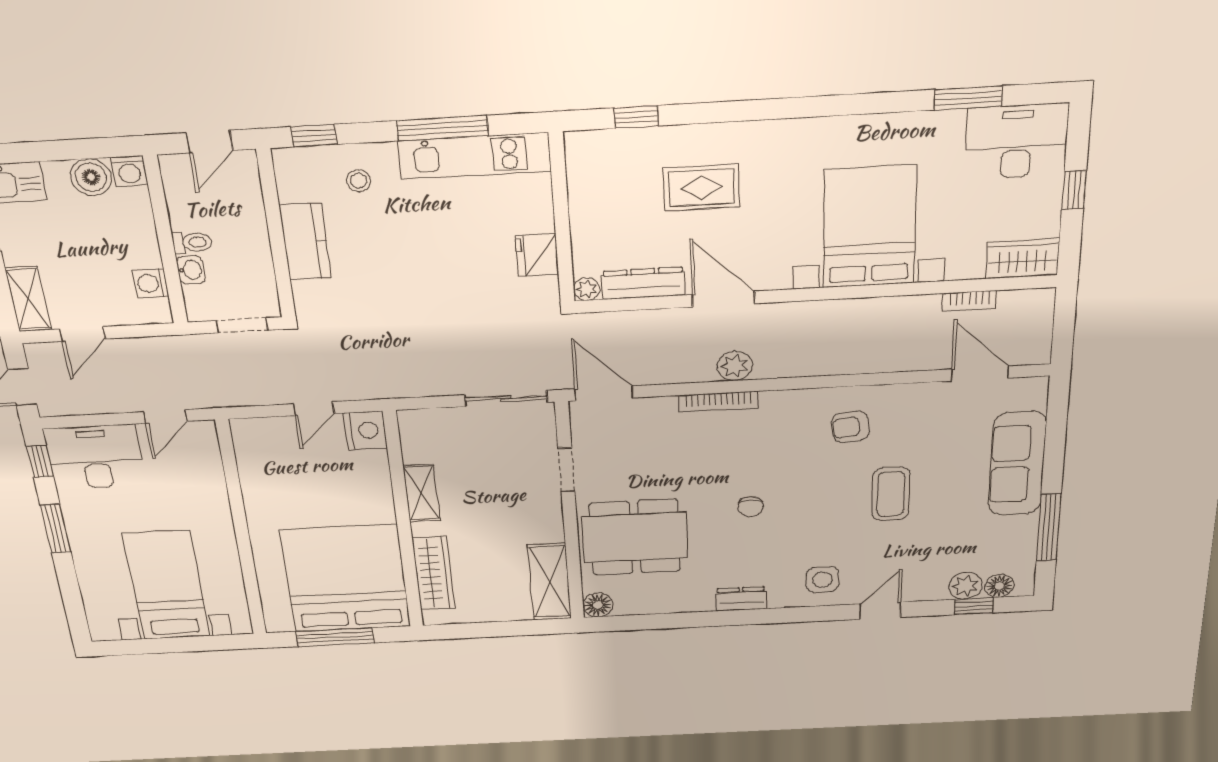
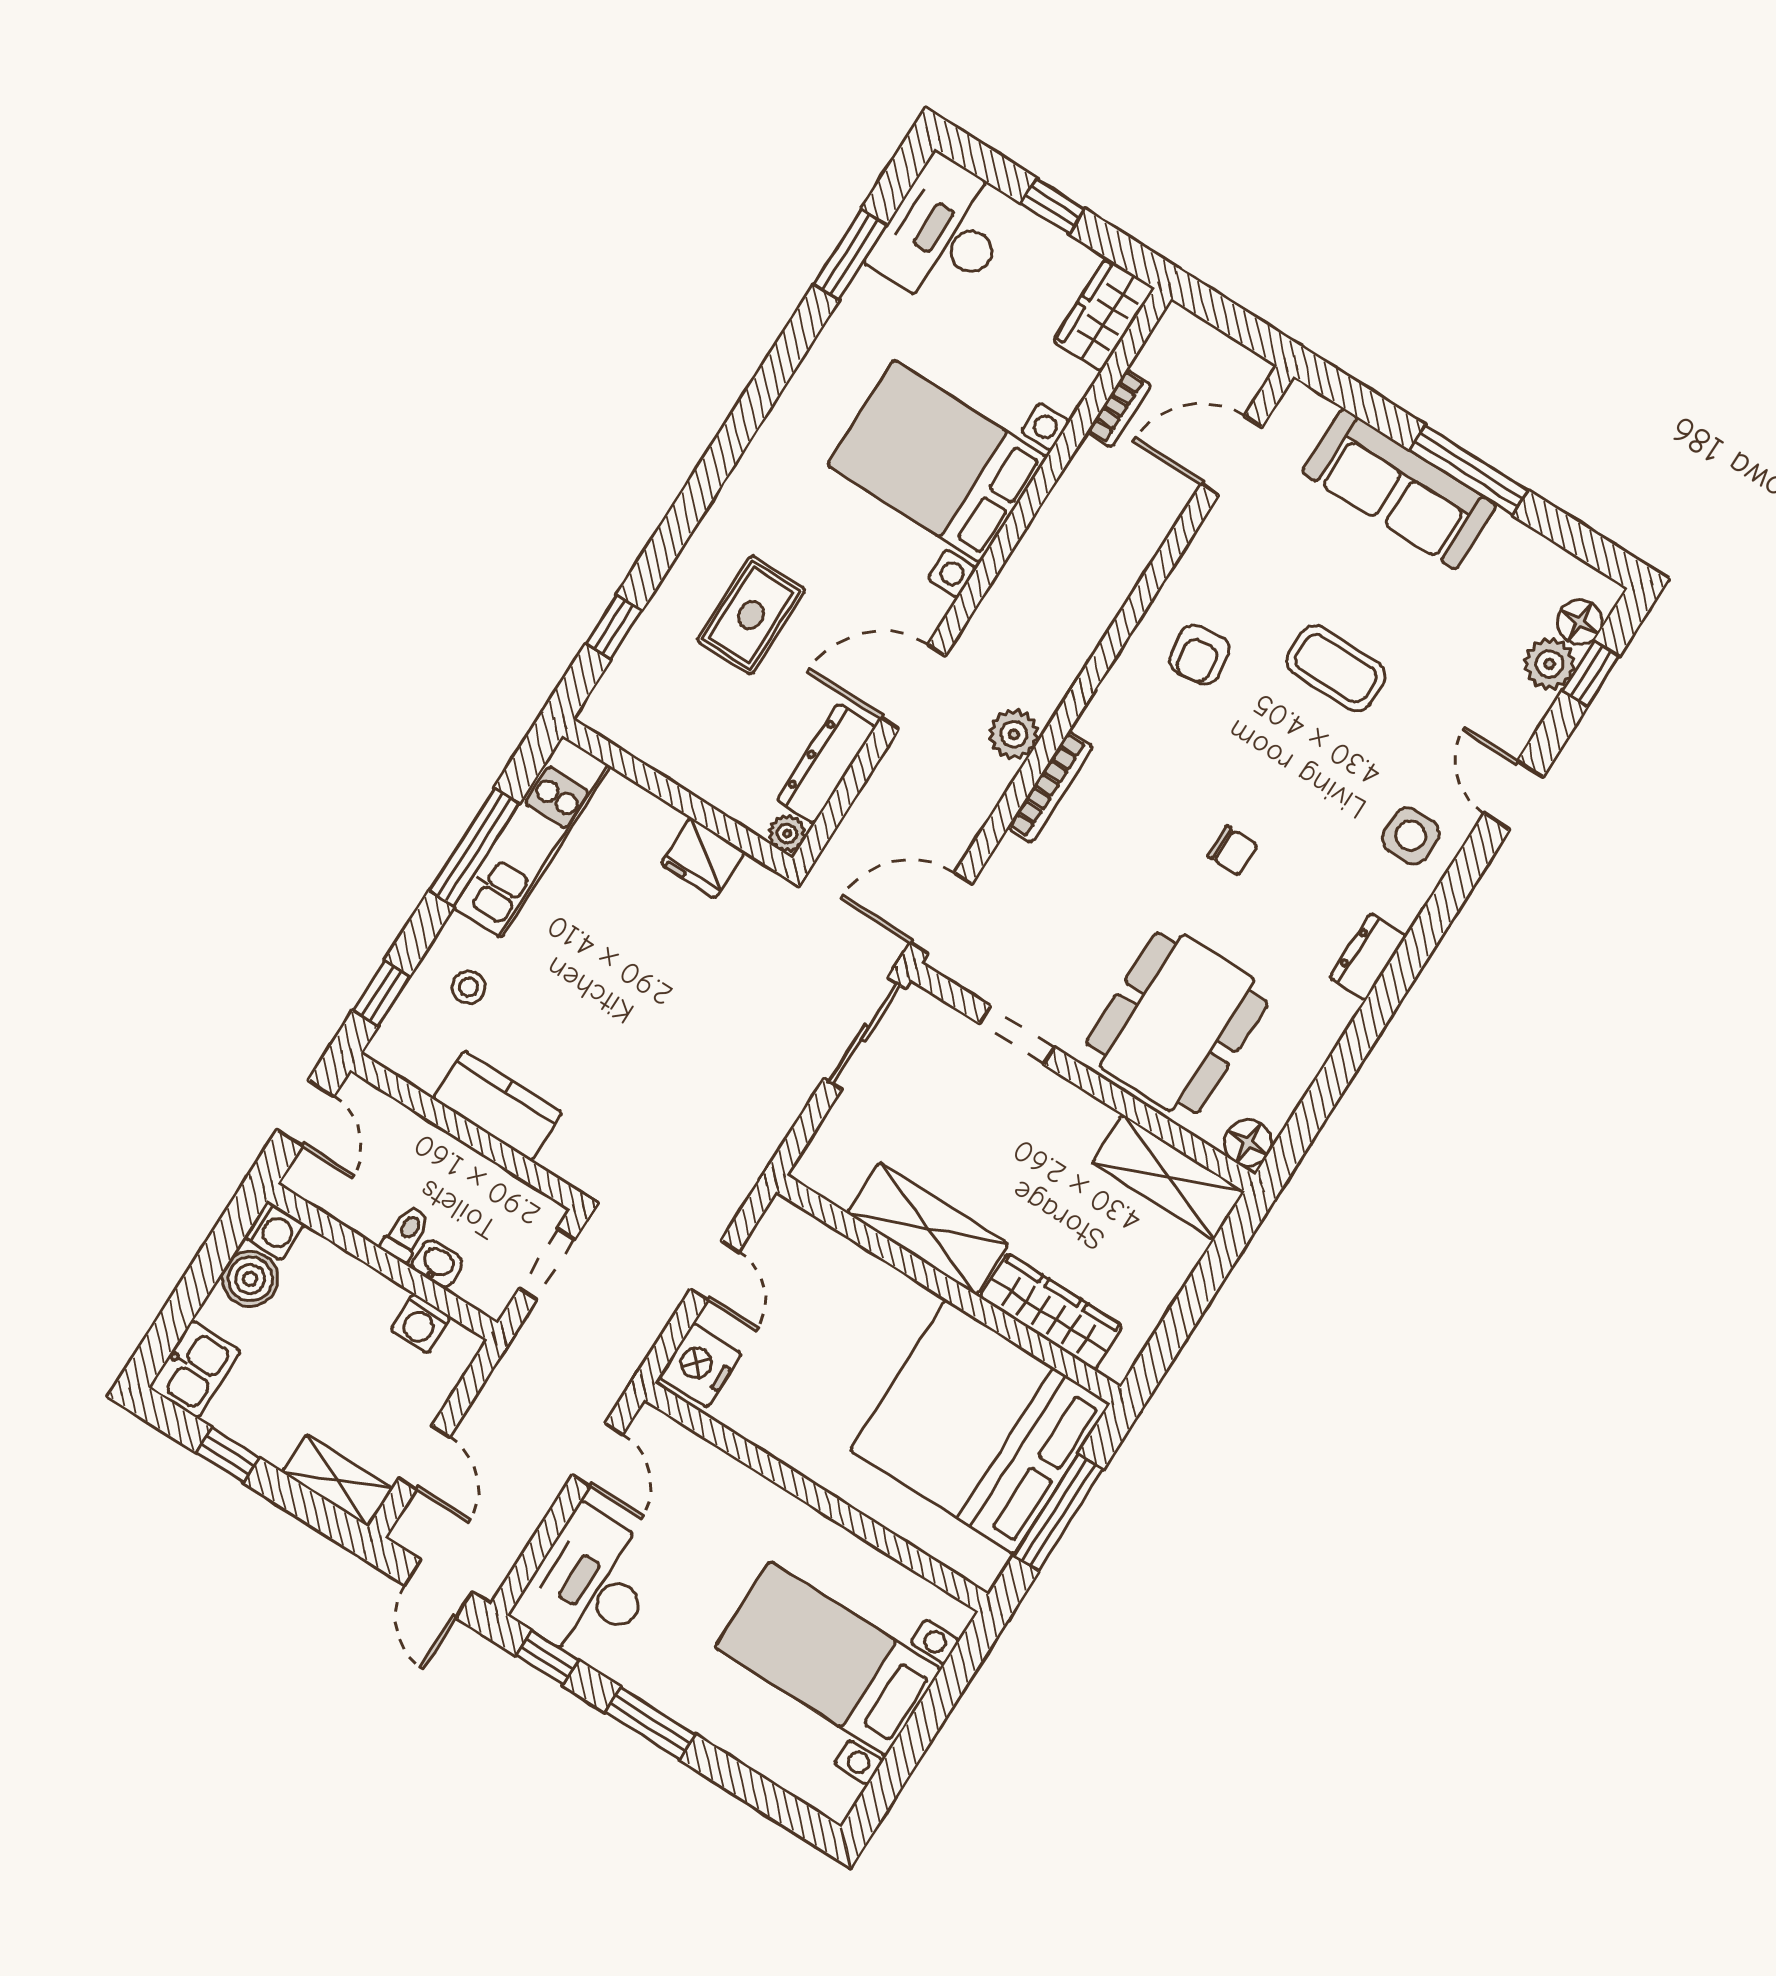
nightstand: (365, 430) -> (700, 1365), moved, turned -90
shelving: (422, 493) -> (928, 1228), width x1.50, depth x1.33
window: (1049, 527) -> (1469, 470), moved

